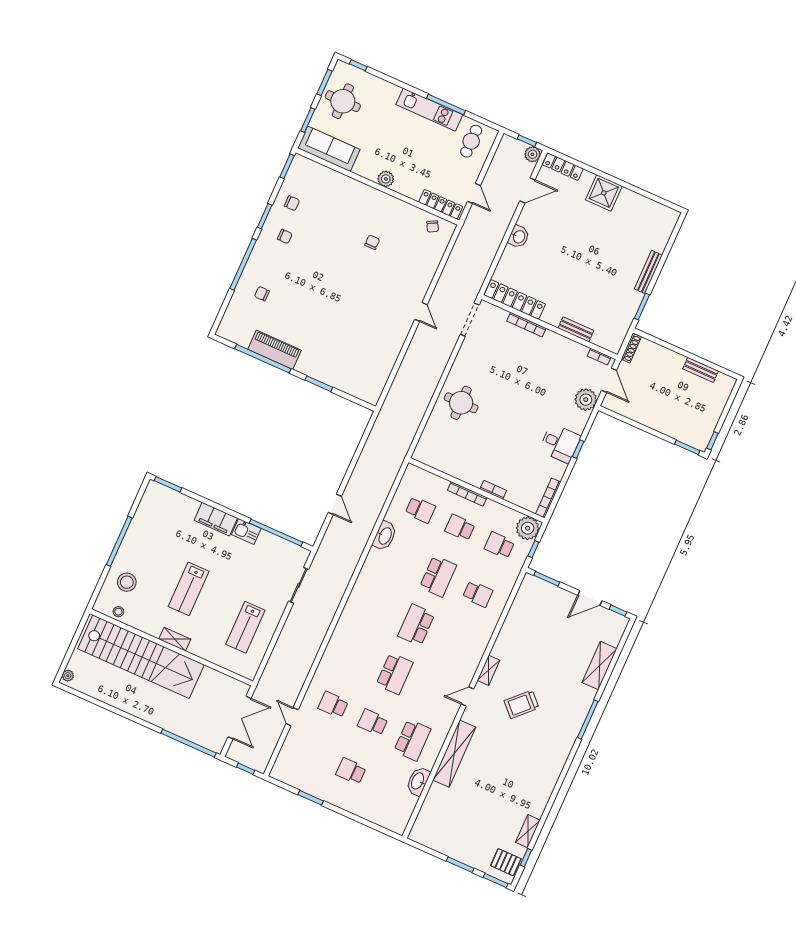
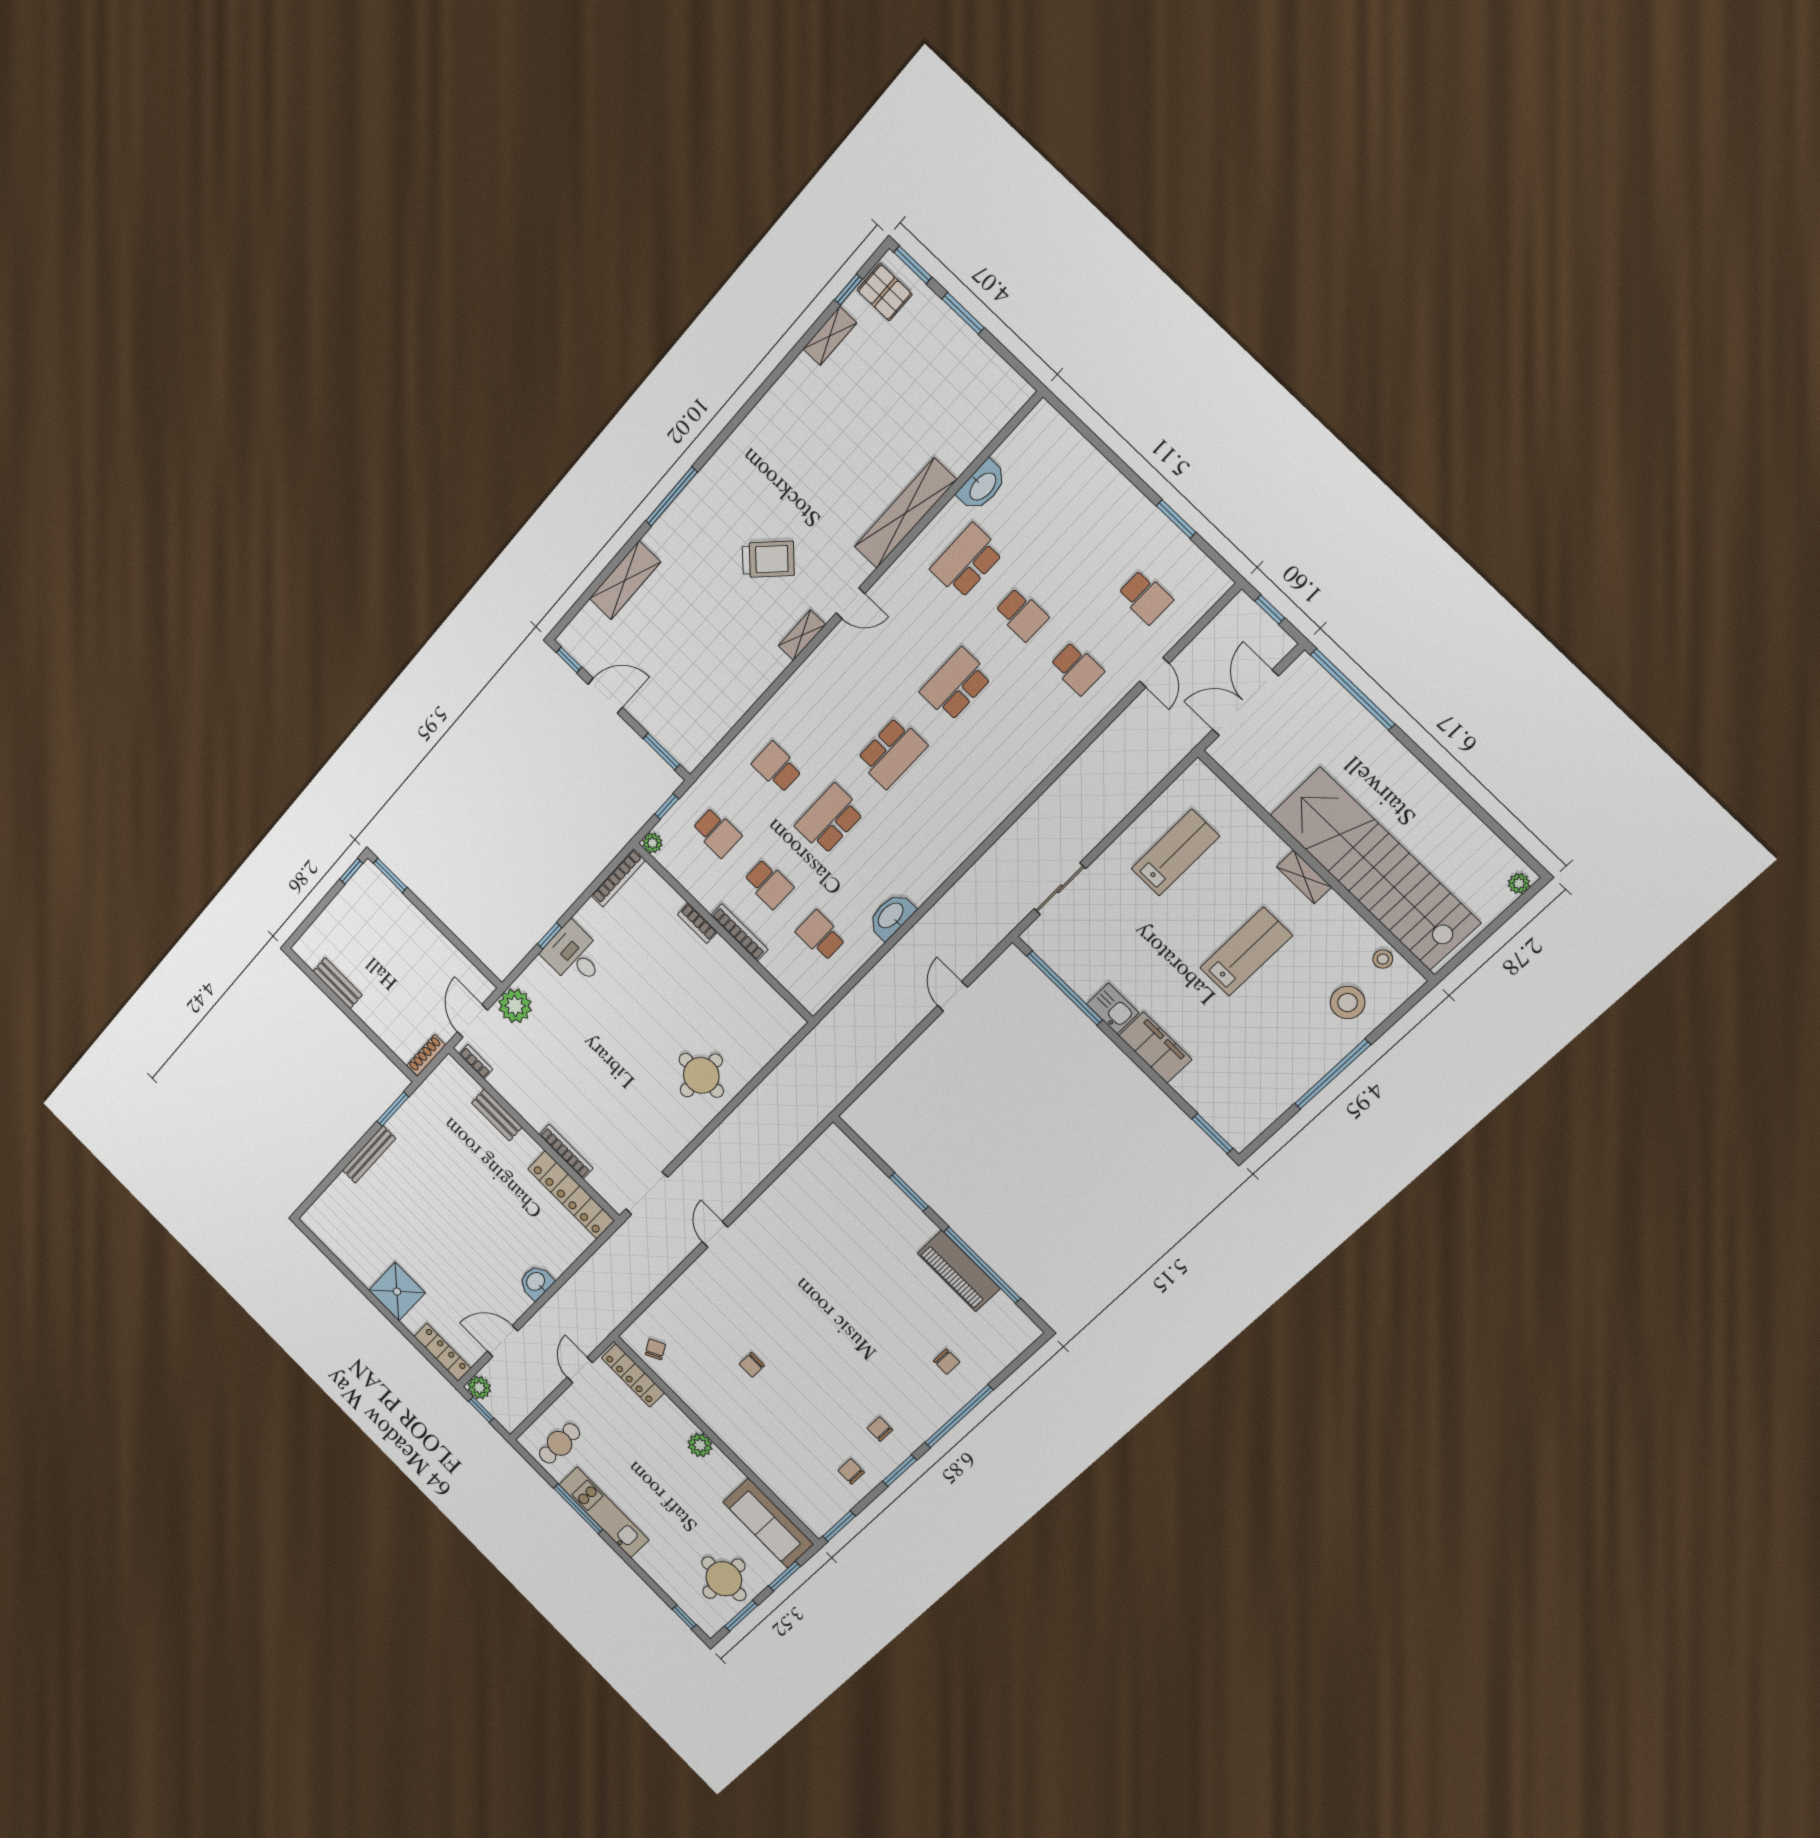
plant: (528, 528) -> (652, 843), width x0.53, depth x0.53
school desk: (351, 771) -> (1145, 597), moved

